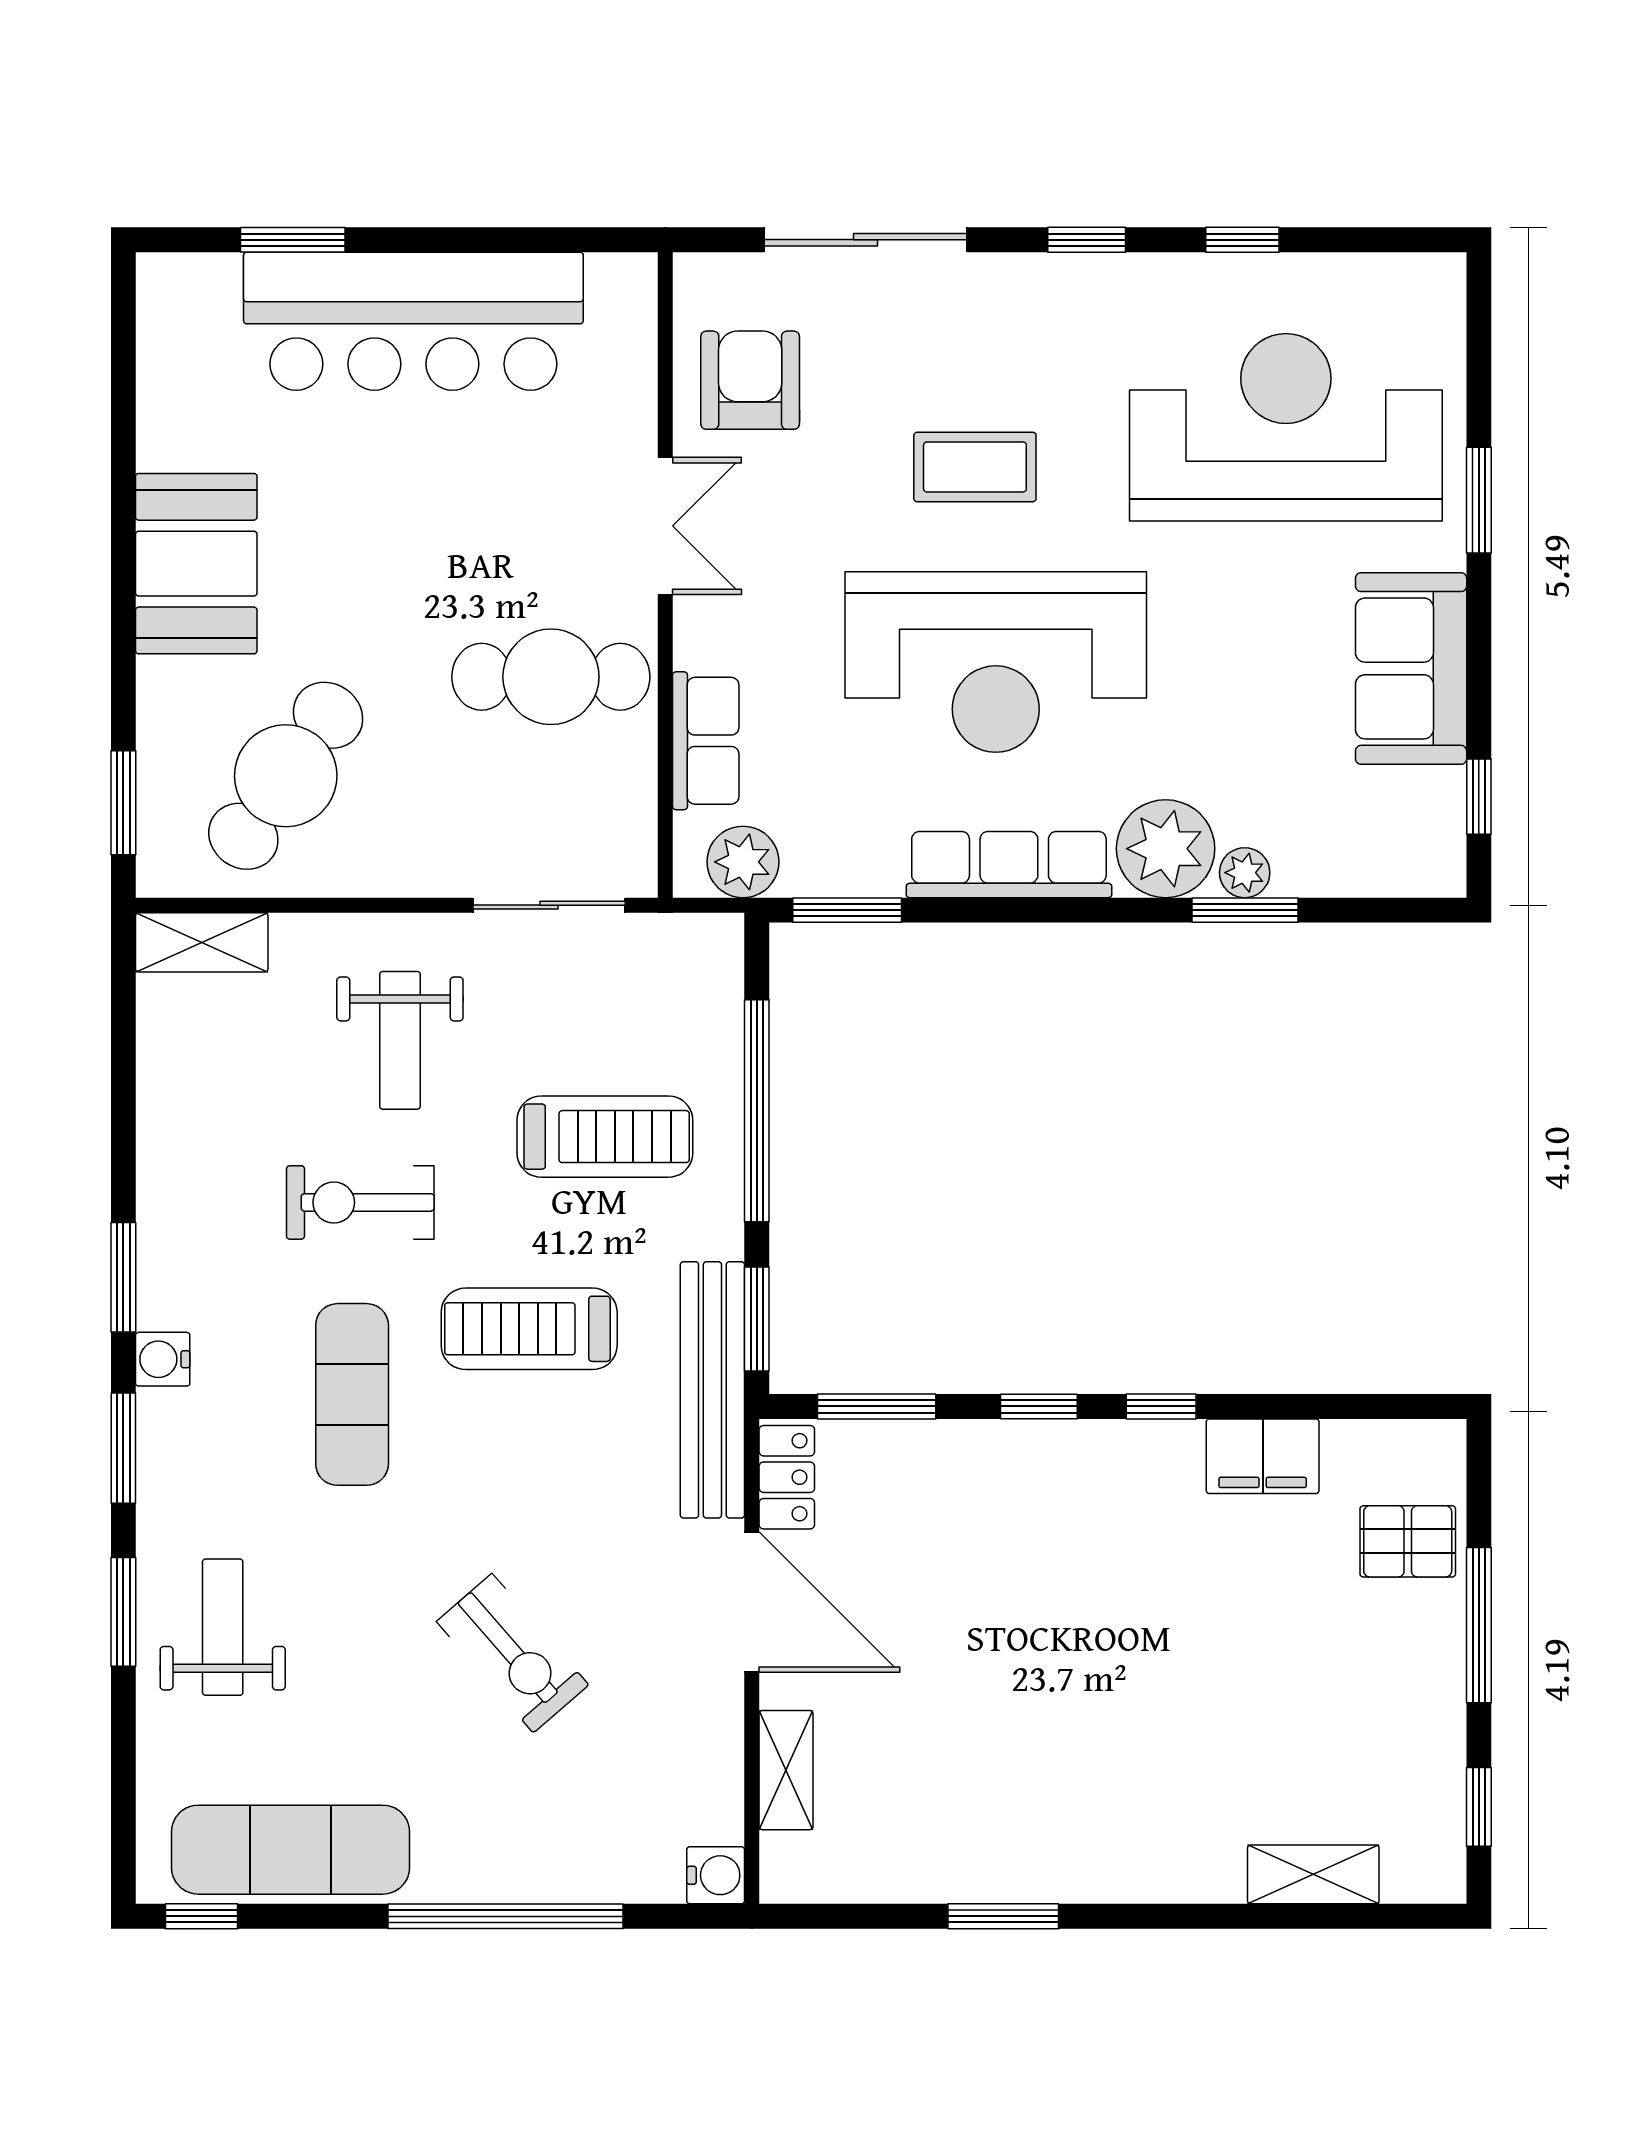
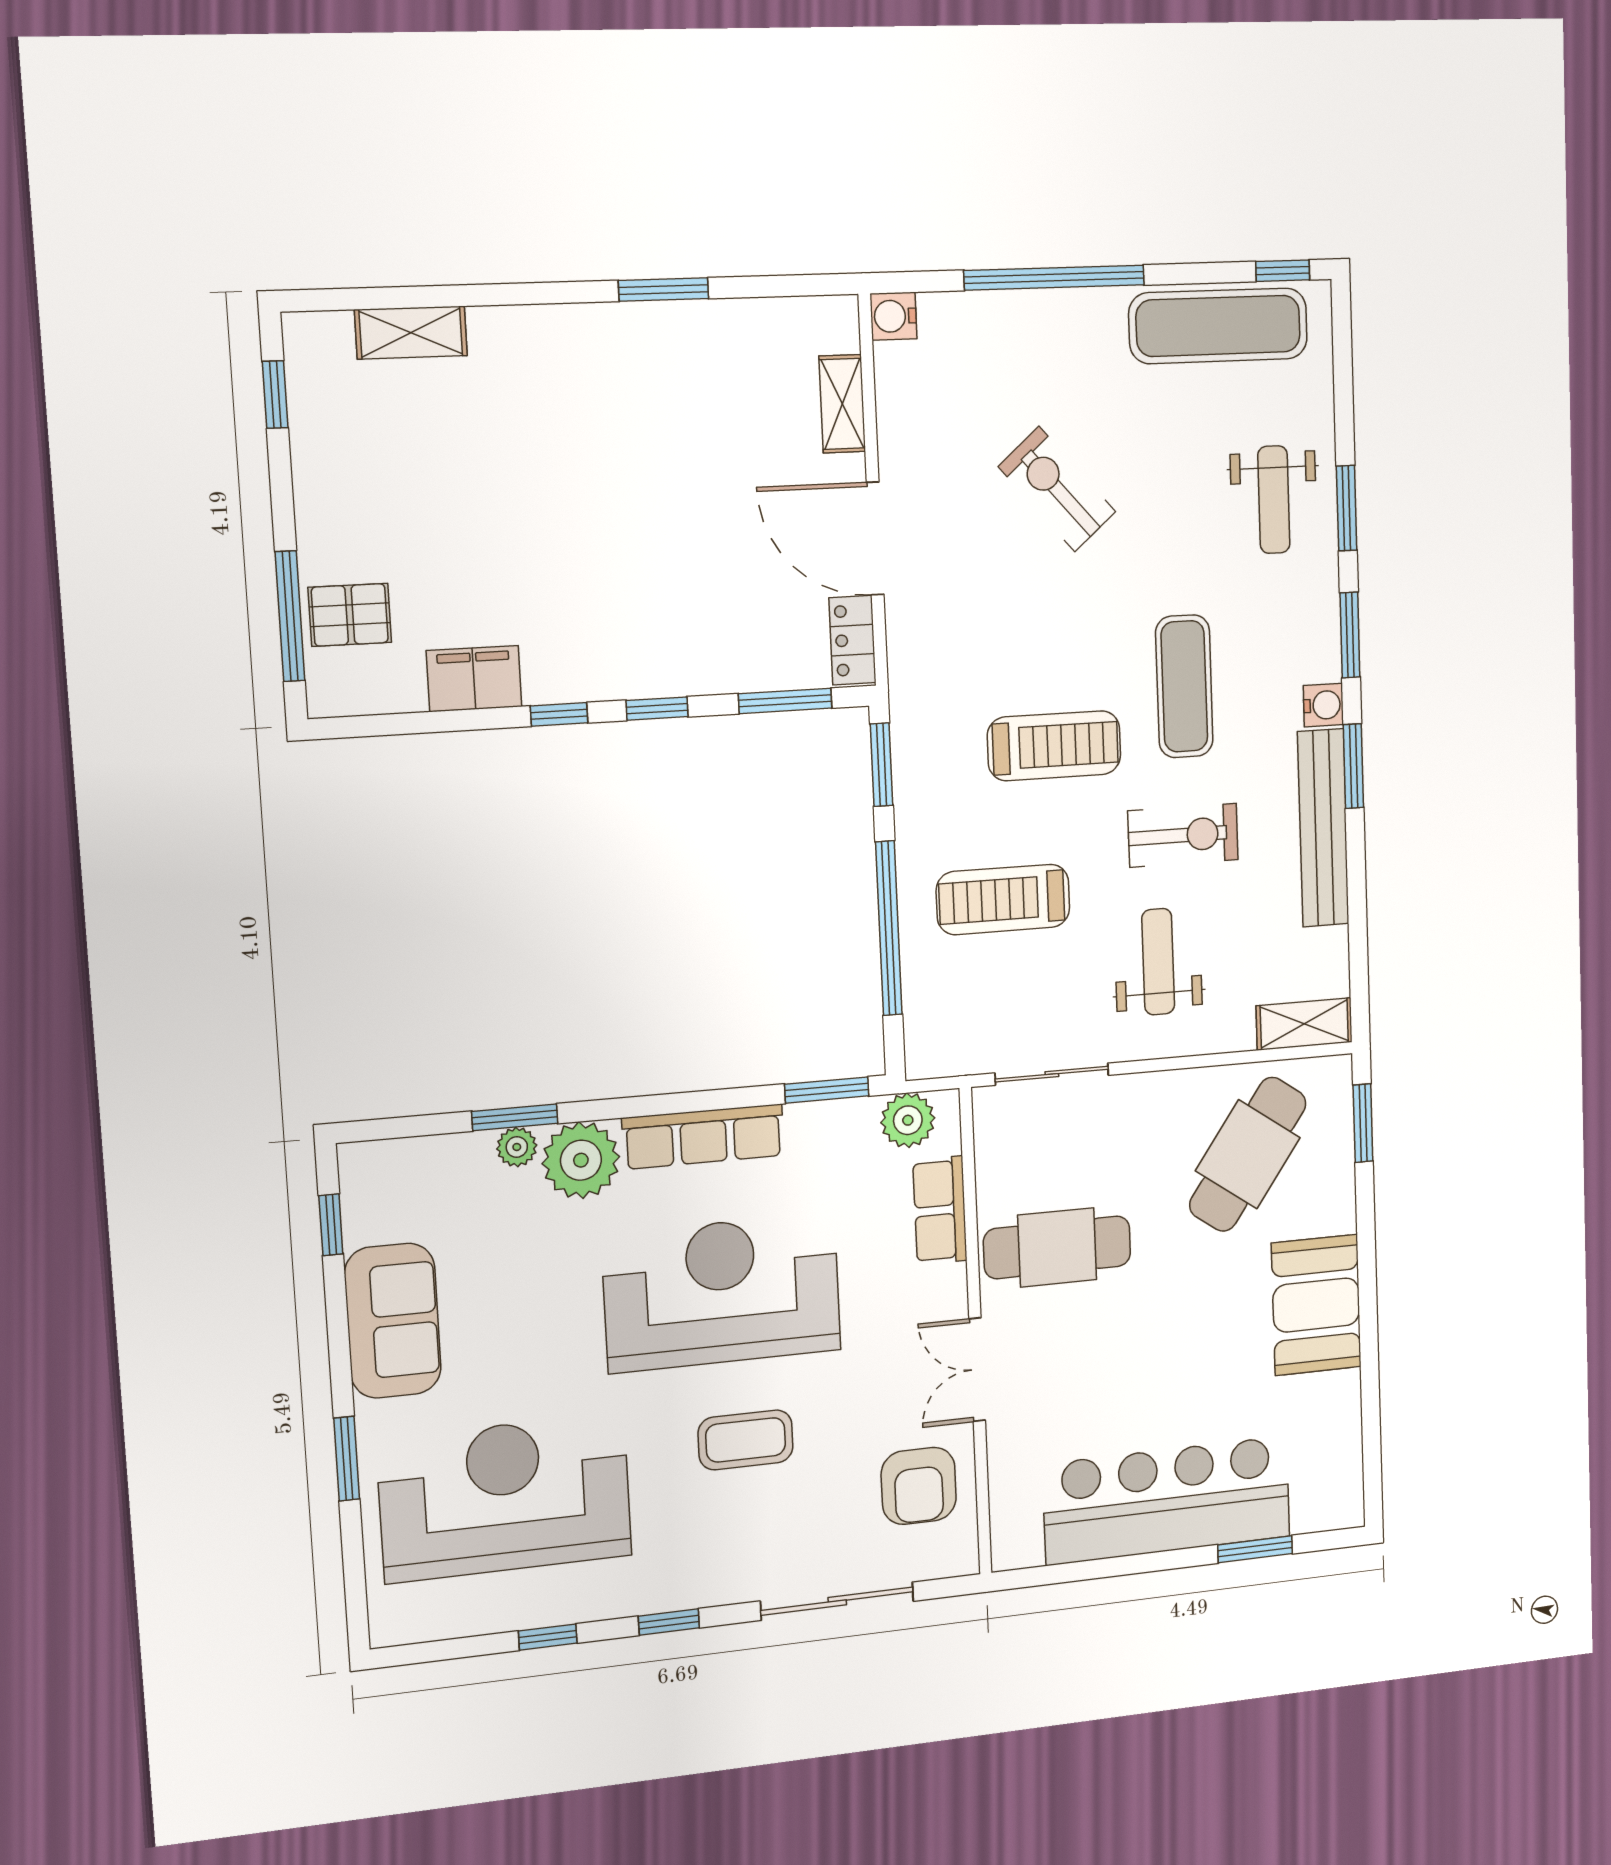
reception desk: (1286, 427) -> (505, 1498), turned 180
bench: (712, 1390) -> (1323, 828), moved
window: (1479, 1625) -> (290, 616), moved

